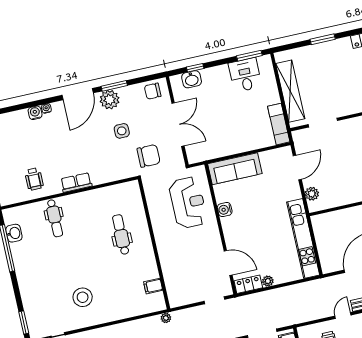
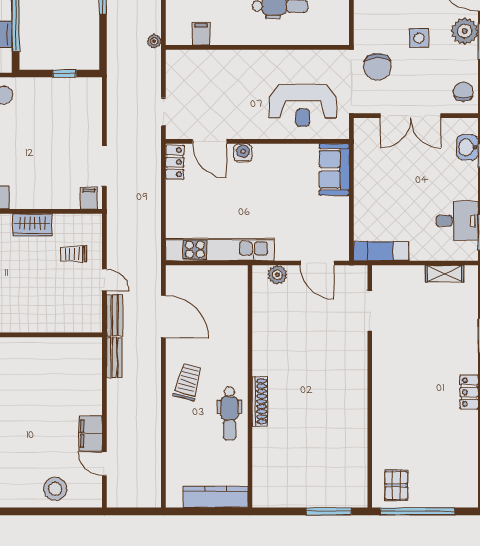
shelving: (290, 91) -> (445, 274), width x0.45, depth x0.75
sofa: (235, 169) -> (334, 169), width x0.73
water cooler: (225, 210) -> (243, 153), moved
door: (228, 263) -> (210, 141), hinge flipped
plant: (268, 281) -> (173, 189), removed

